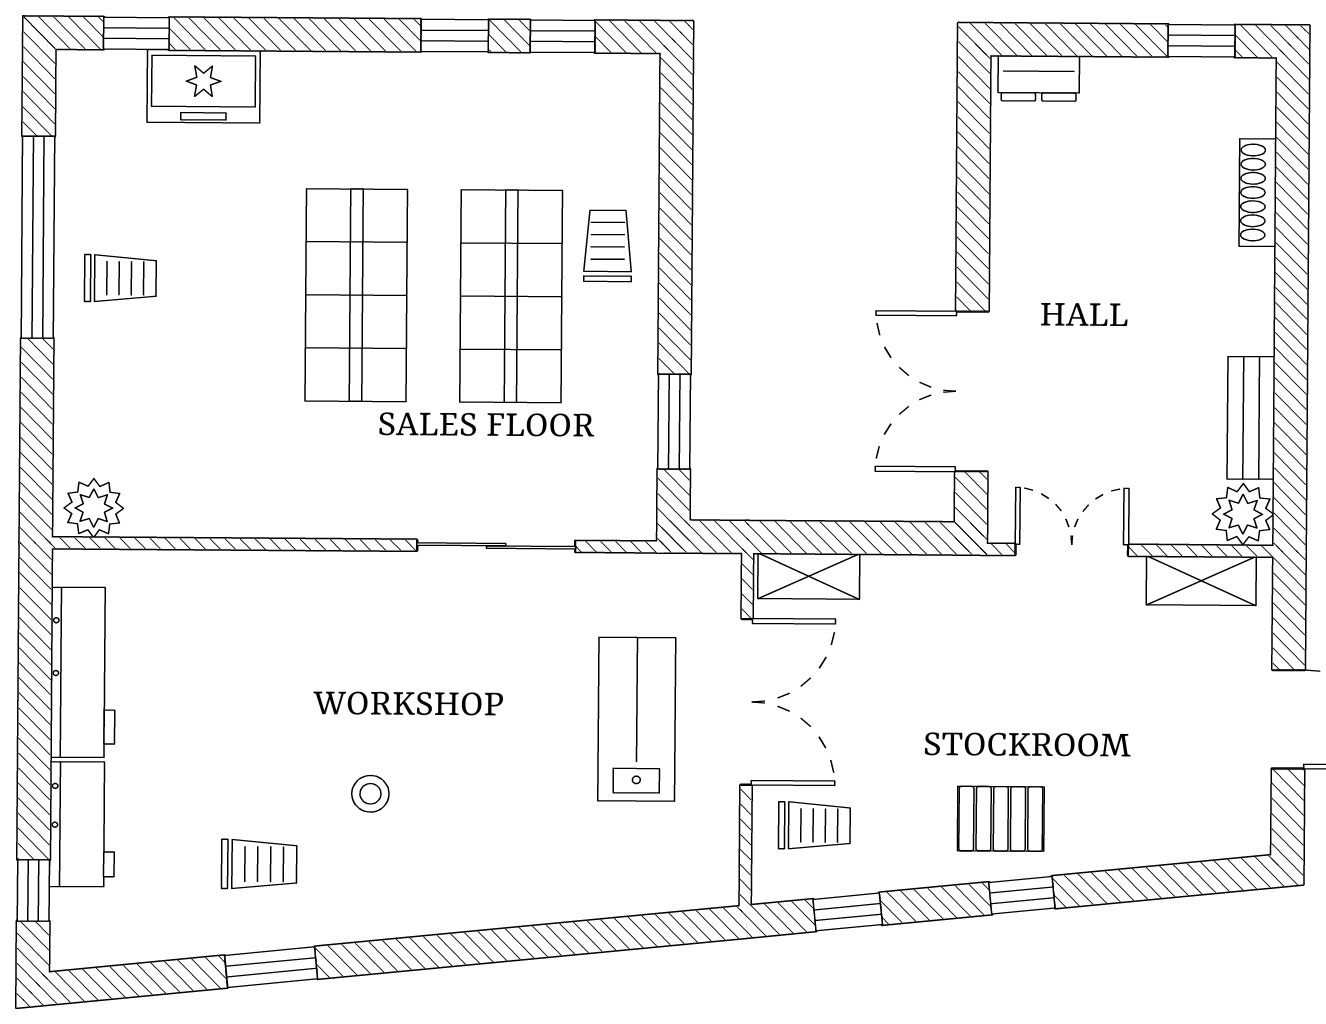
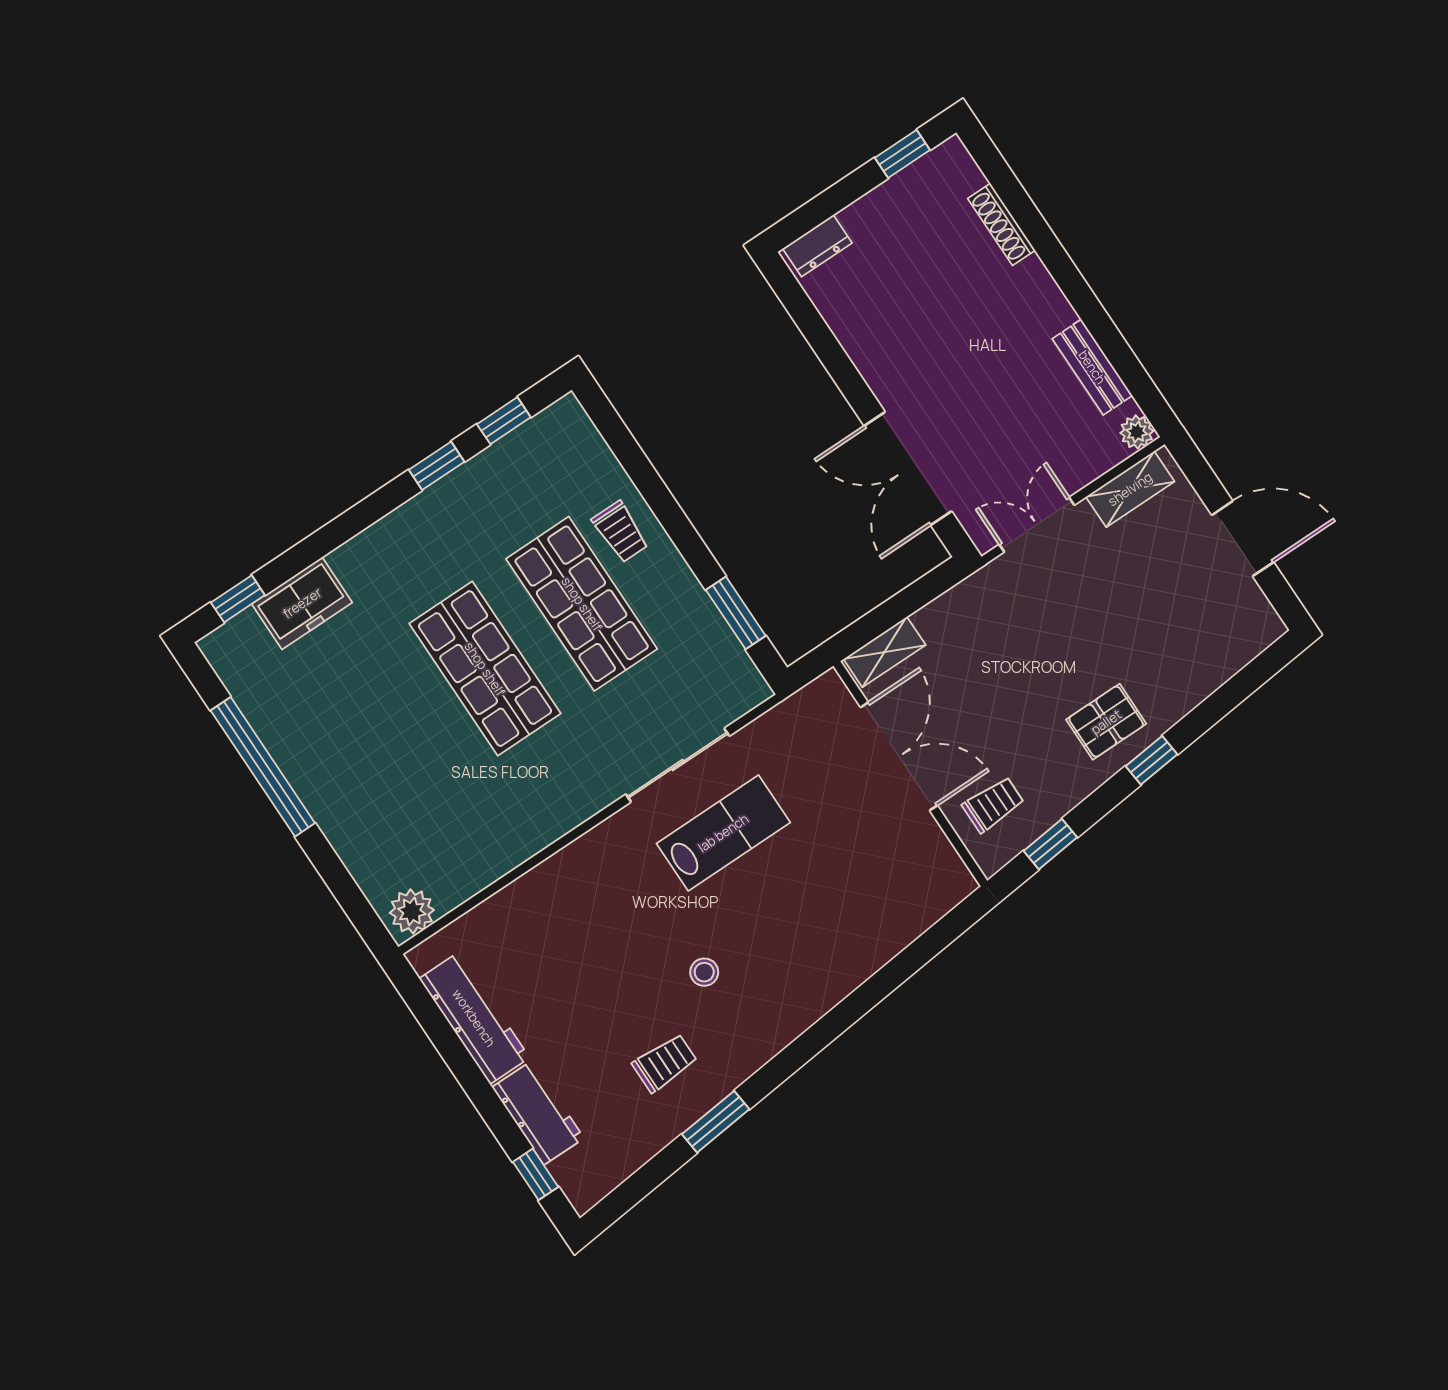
trolley: (608, 246) -> (620, 532), turned 180
trolley: (120, 278) -> (331, 758), removed
plant: (1243, 514) -> (1137, 432), width x0.73, depth x0.73
lab bench: (637, 719) -> (723, 833), moved, turned 90

